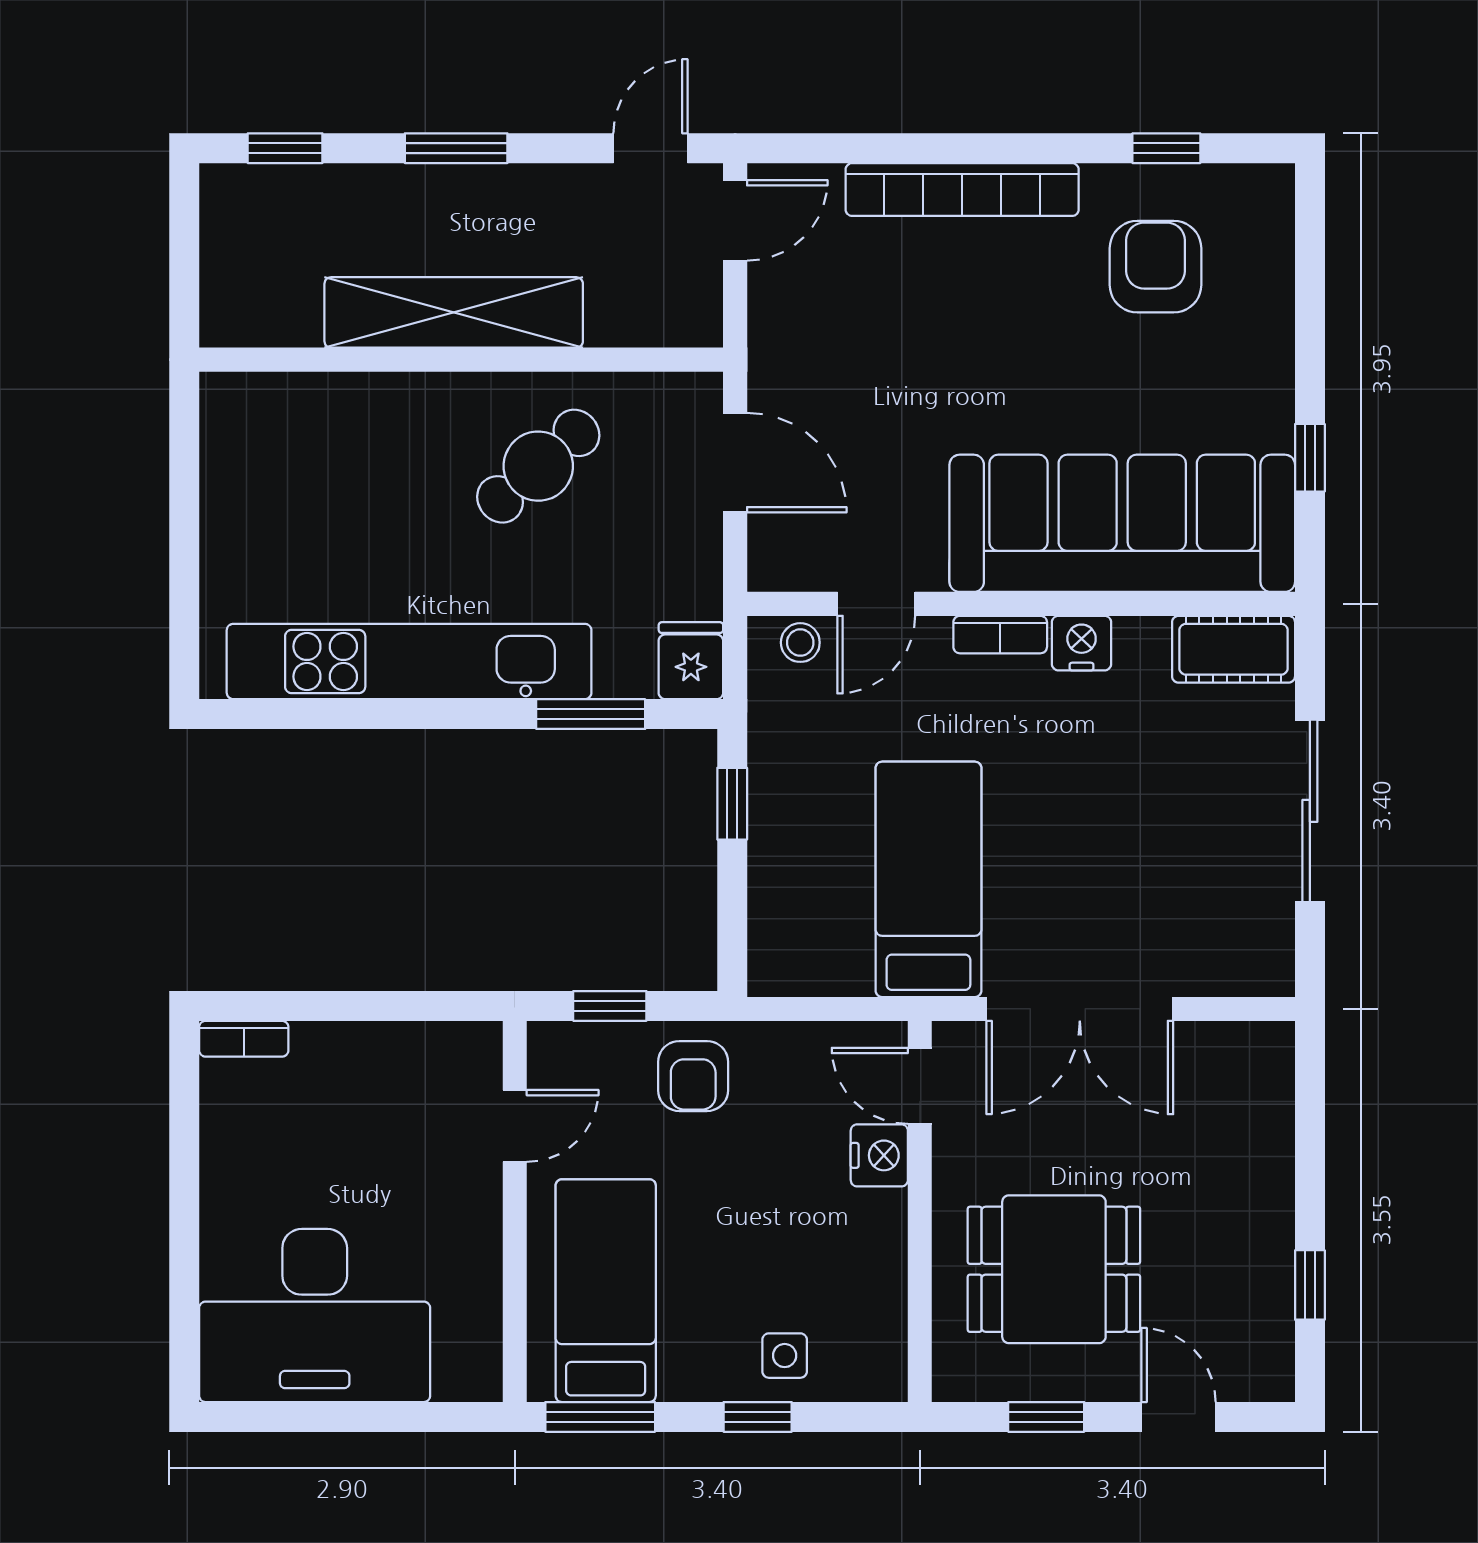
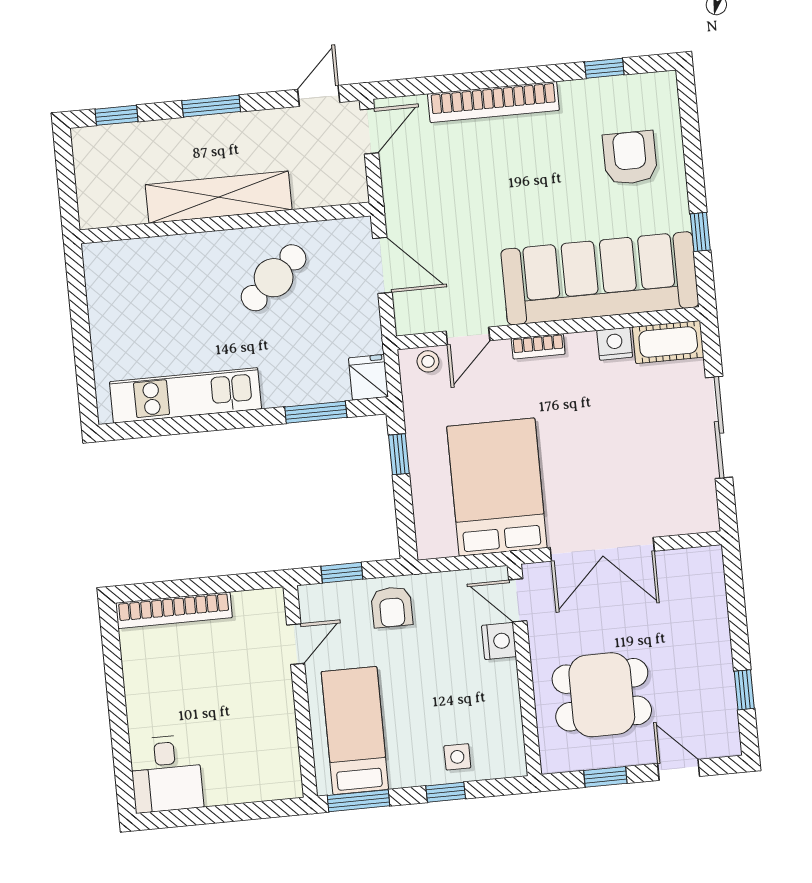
armchair: (1155, 267) -> (630, 158), moved
nightstand: (1082, 643) -> (615, 344), moved
kitchen unit: (409, 661) -> (186, 395), width x0.73
bed: (928, 879) -> (497, 487), width x1.50
bookcase: (244, 1039) -> (174, 610), width x2.31, depth x1.31
desk: (315, 1316) -> (166, 774), width x0.53, depth x0.77

